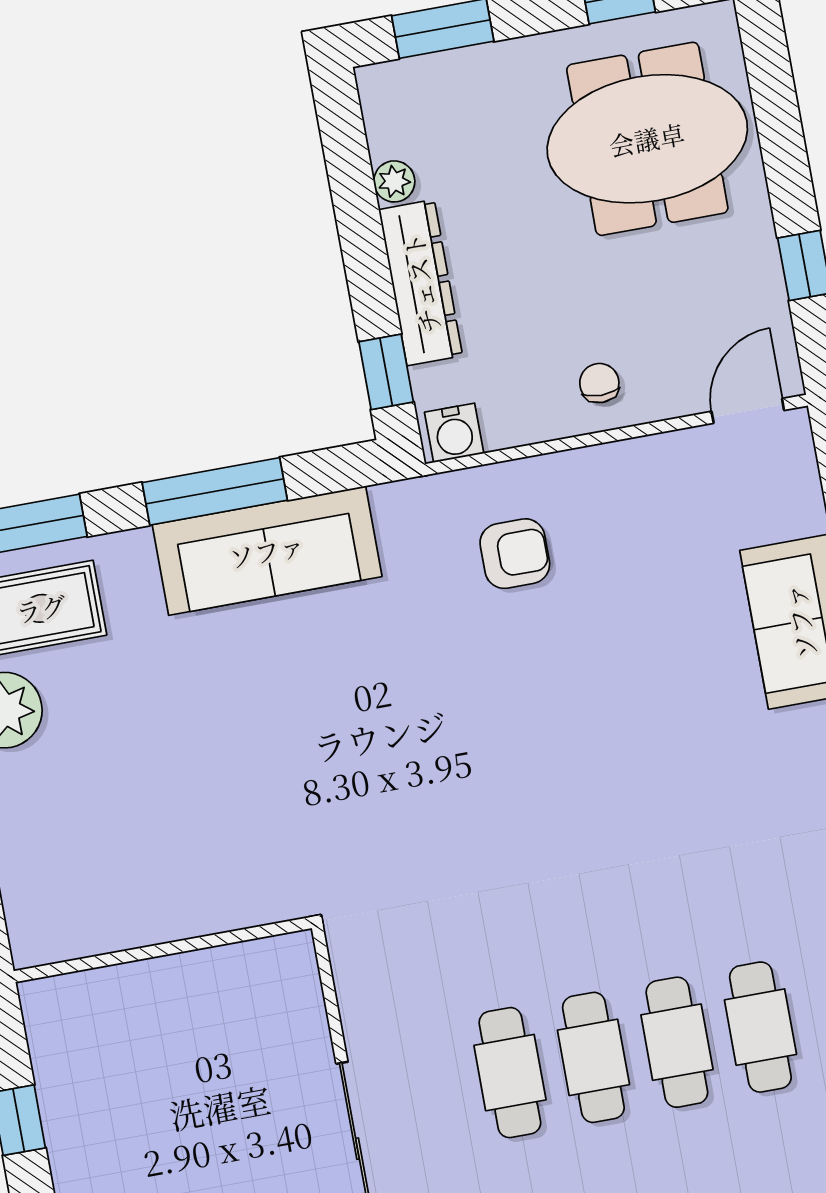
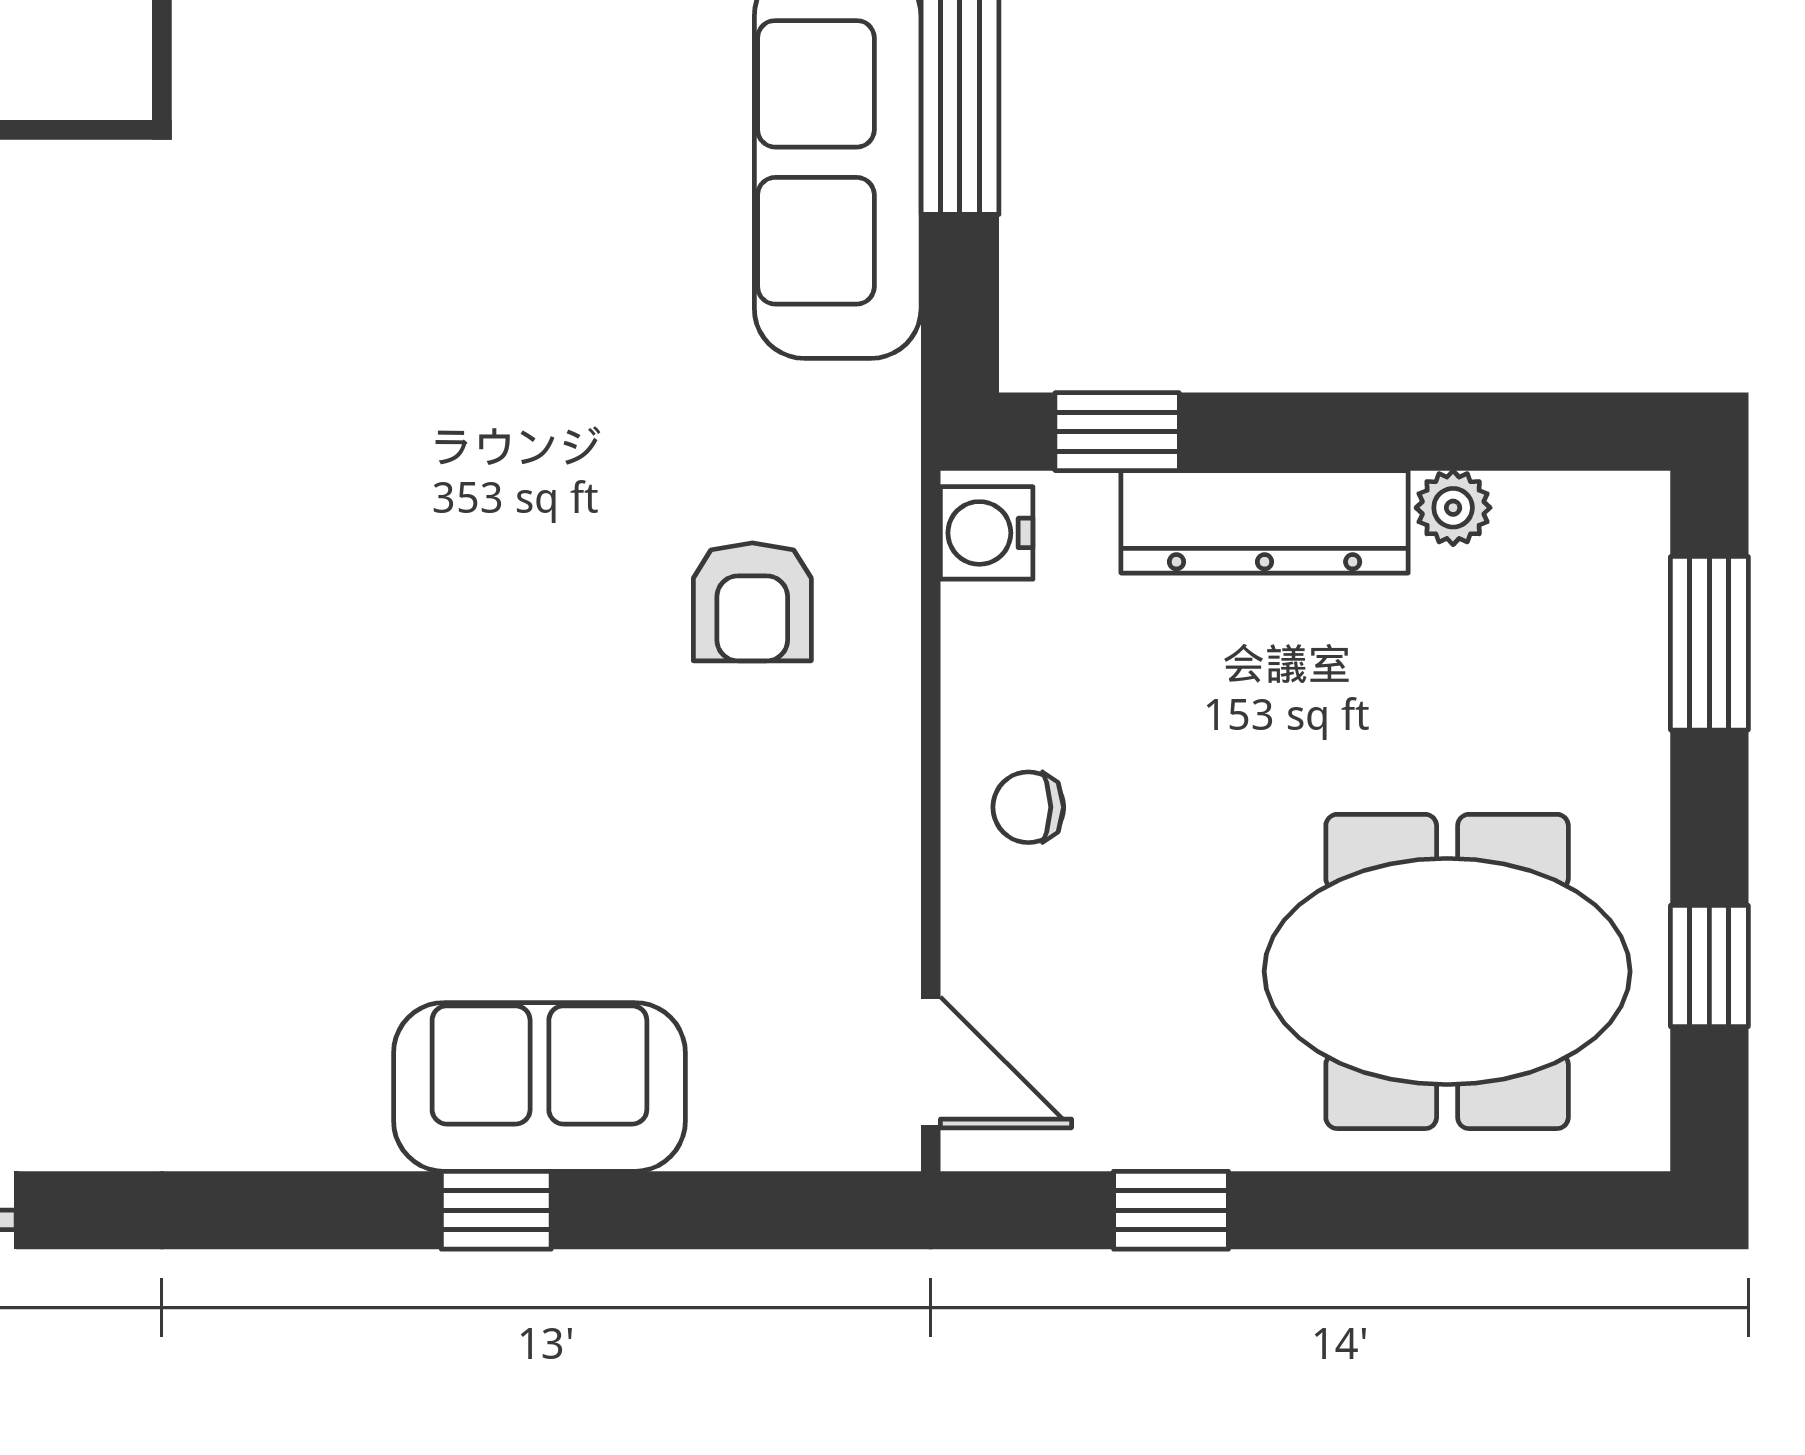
meeting table: (647, 139) -> (1447, 971), turned 90
chair: (599, 383) -> (1028, 807), turned 180

